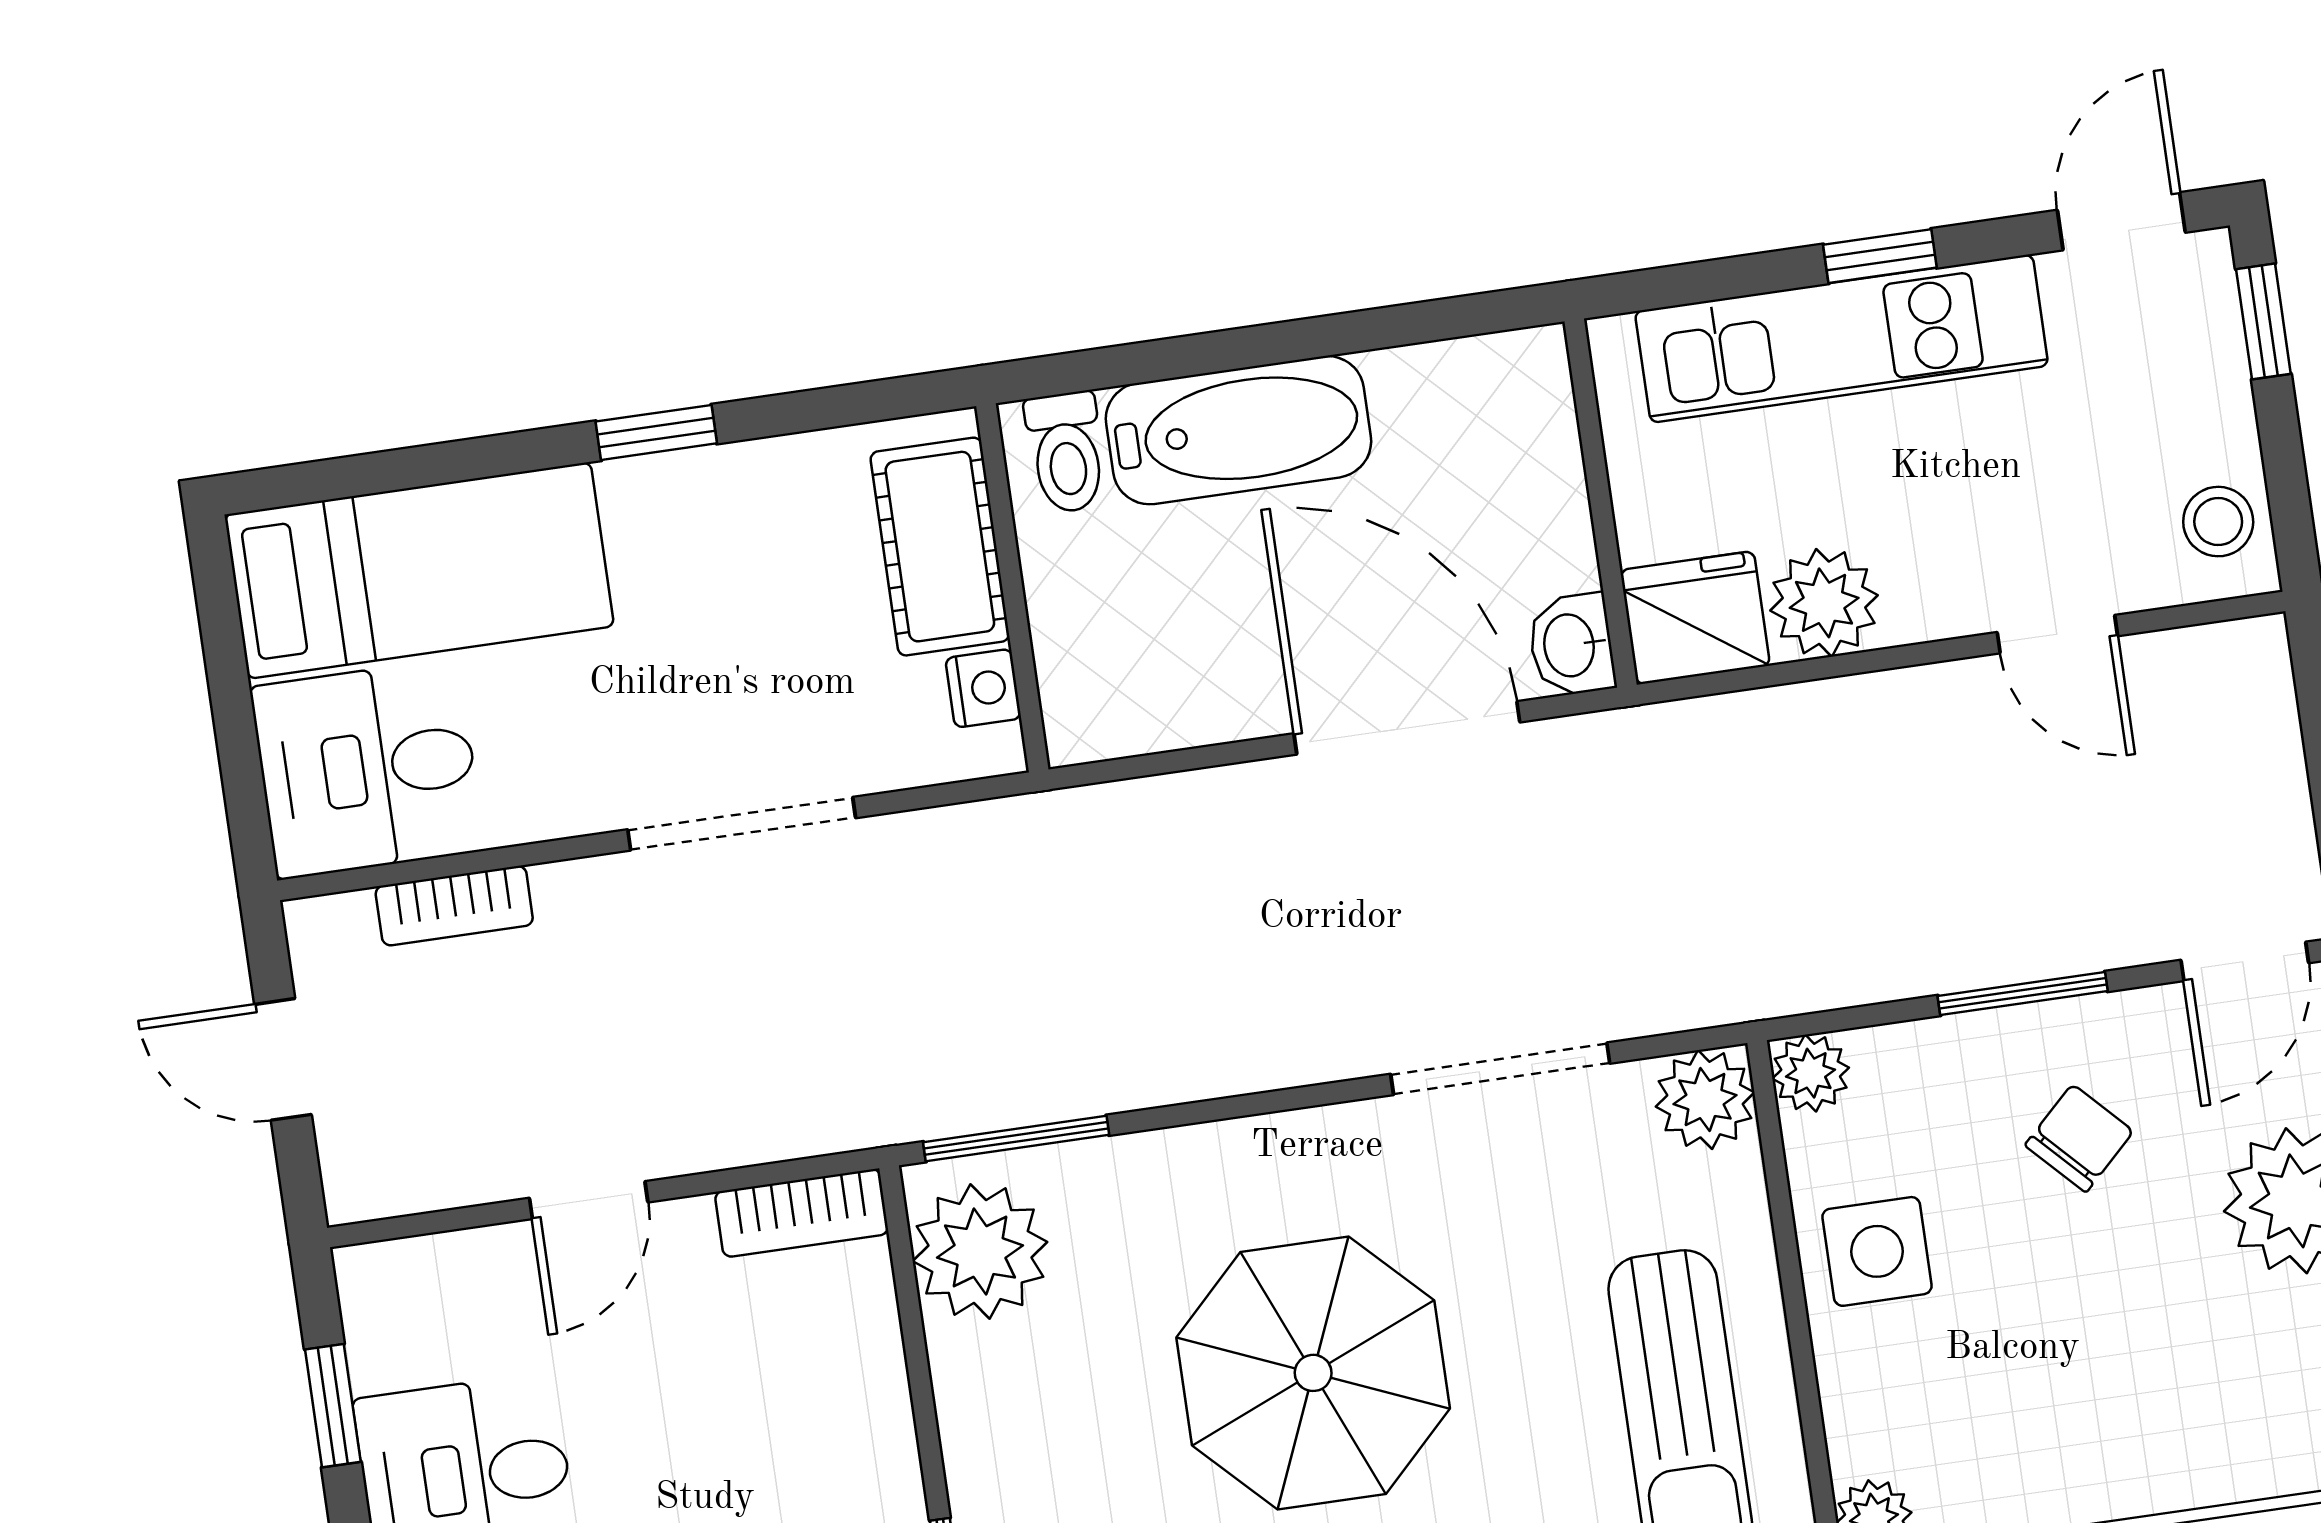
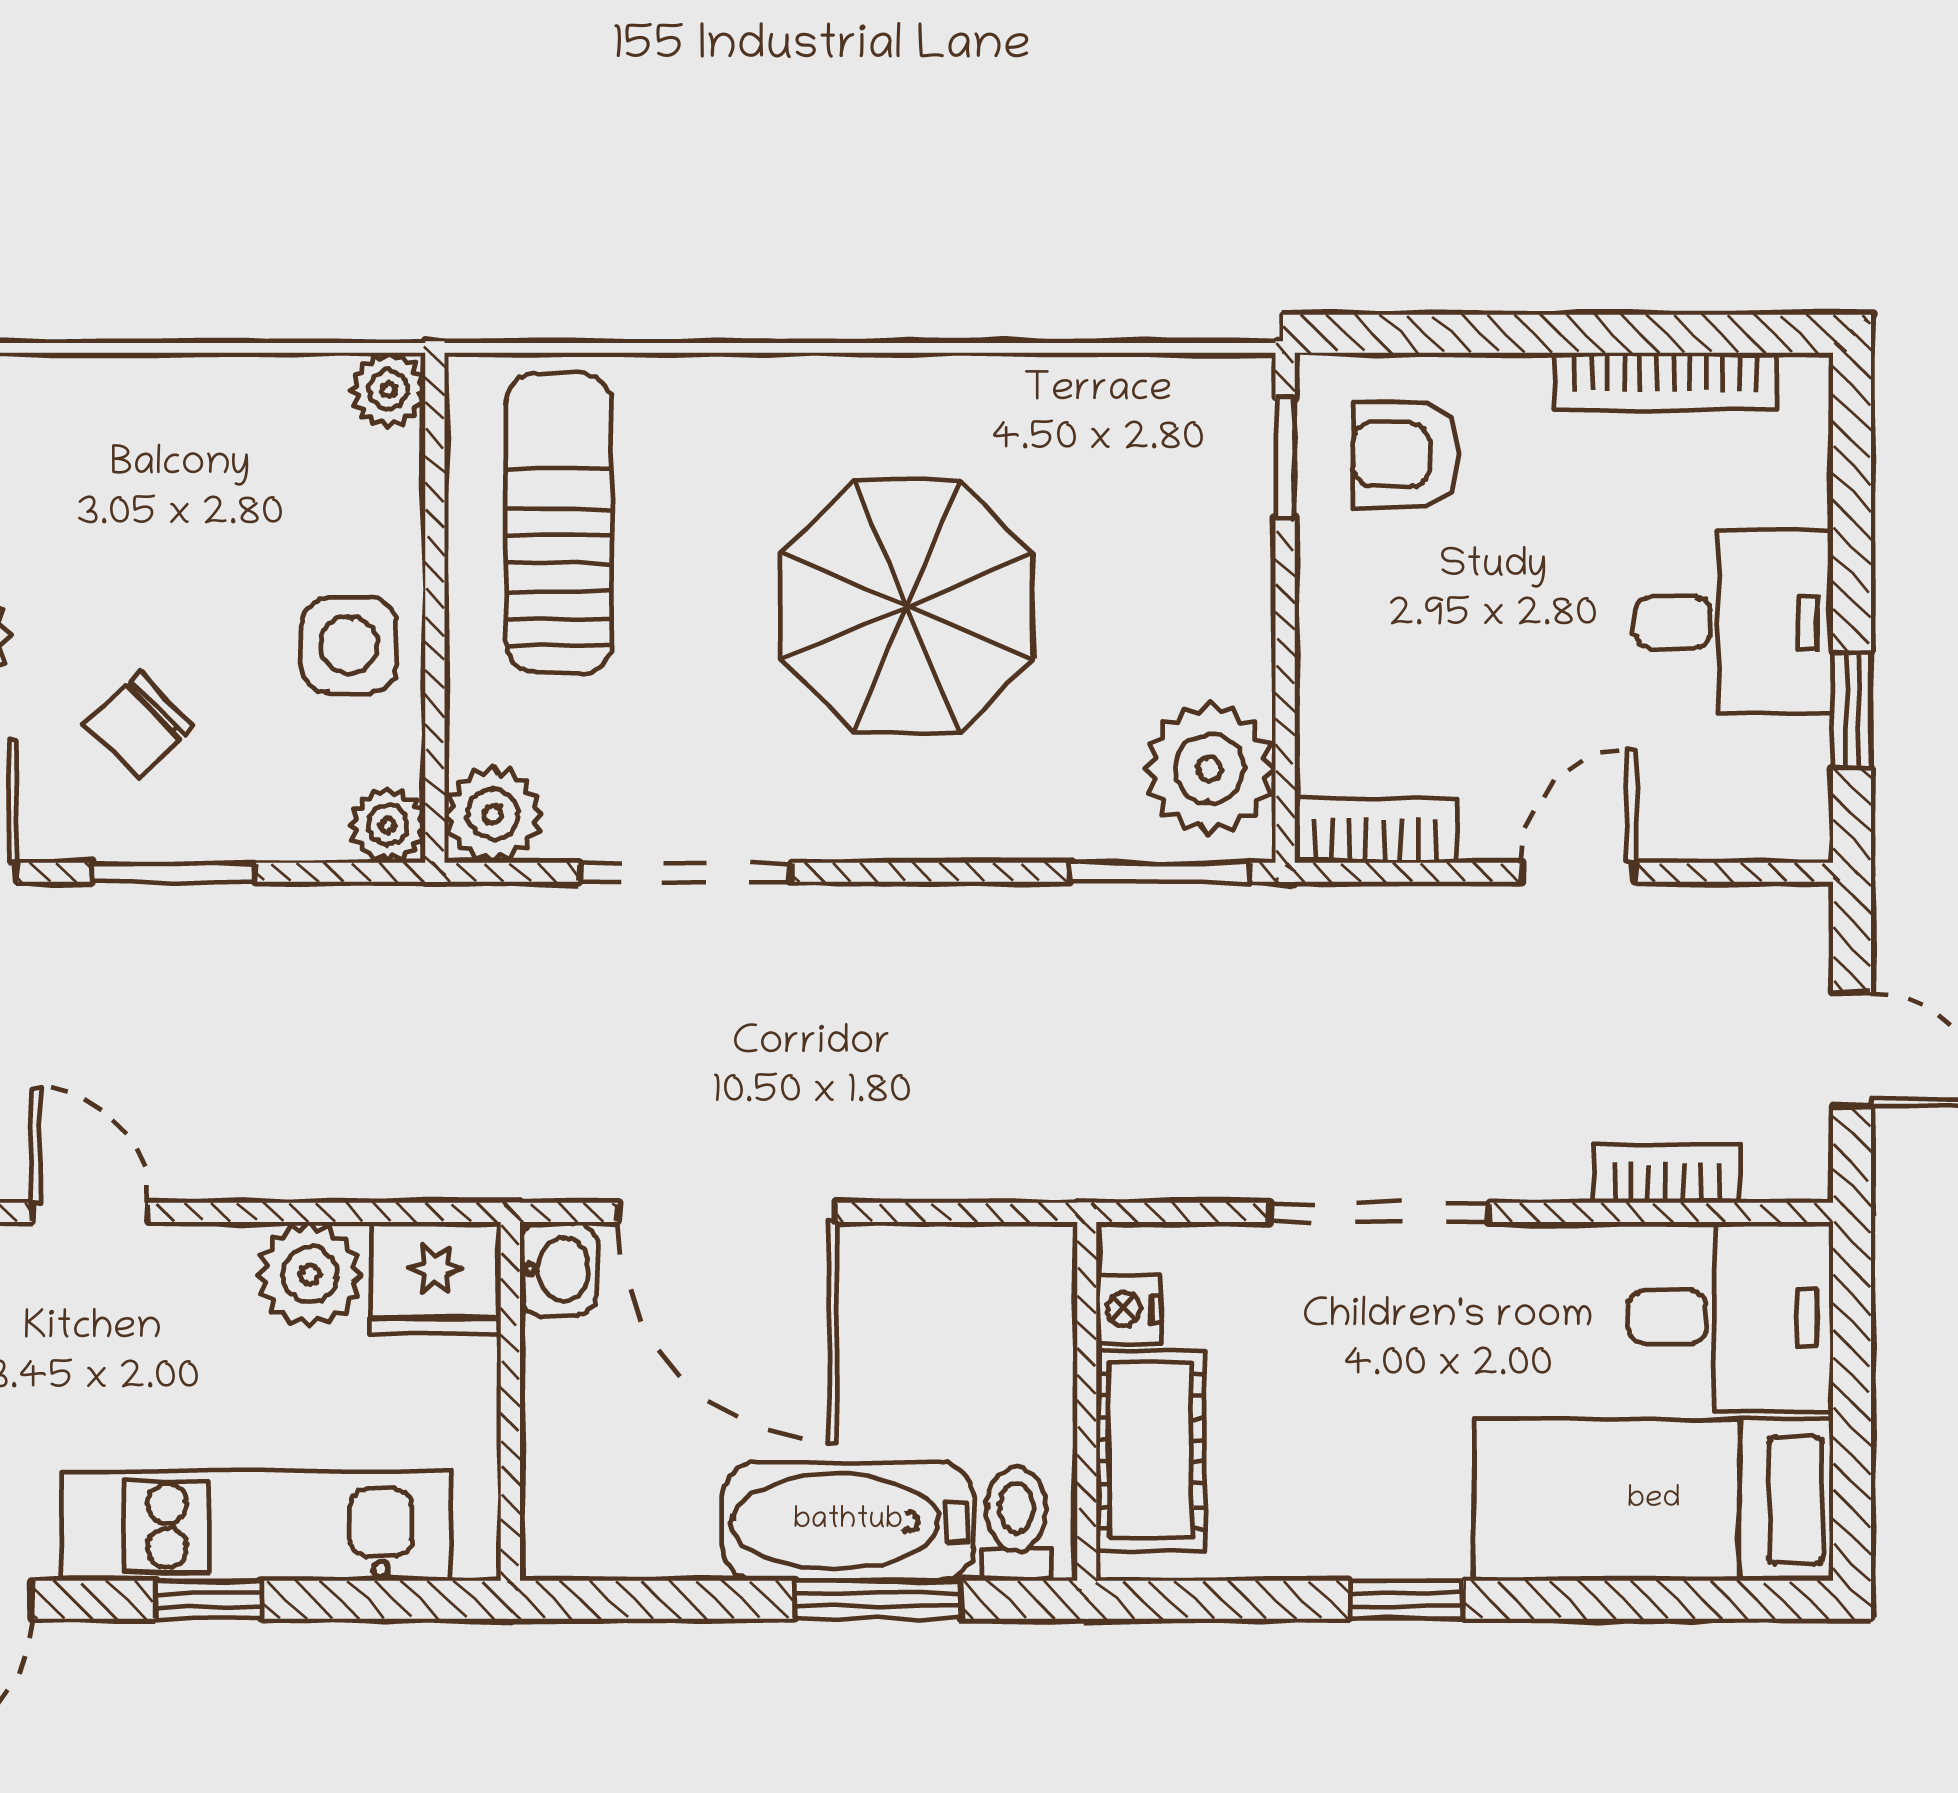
window: (1197, 354) -> (877, 1600), added

